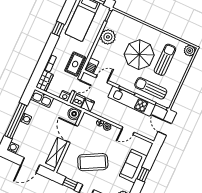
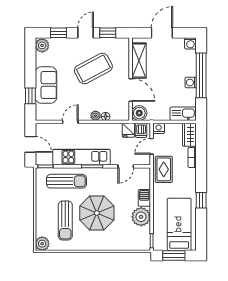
barbecue: (92, 66) -> (144, 198), moved
window: (143, 175) -> (30, 96), moved

